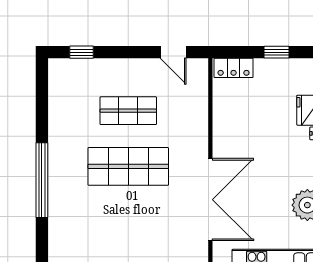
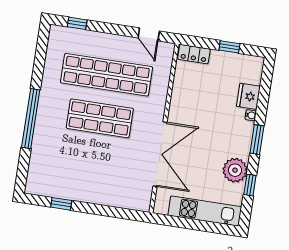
shop shelf: (128, 111) -> (107, 75), width x2.00, depth x1.36

